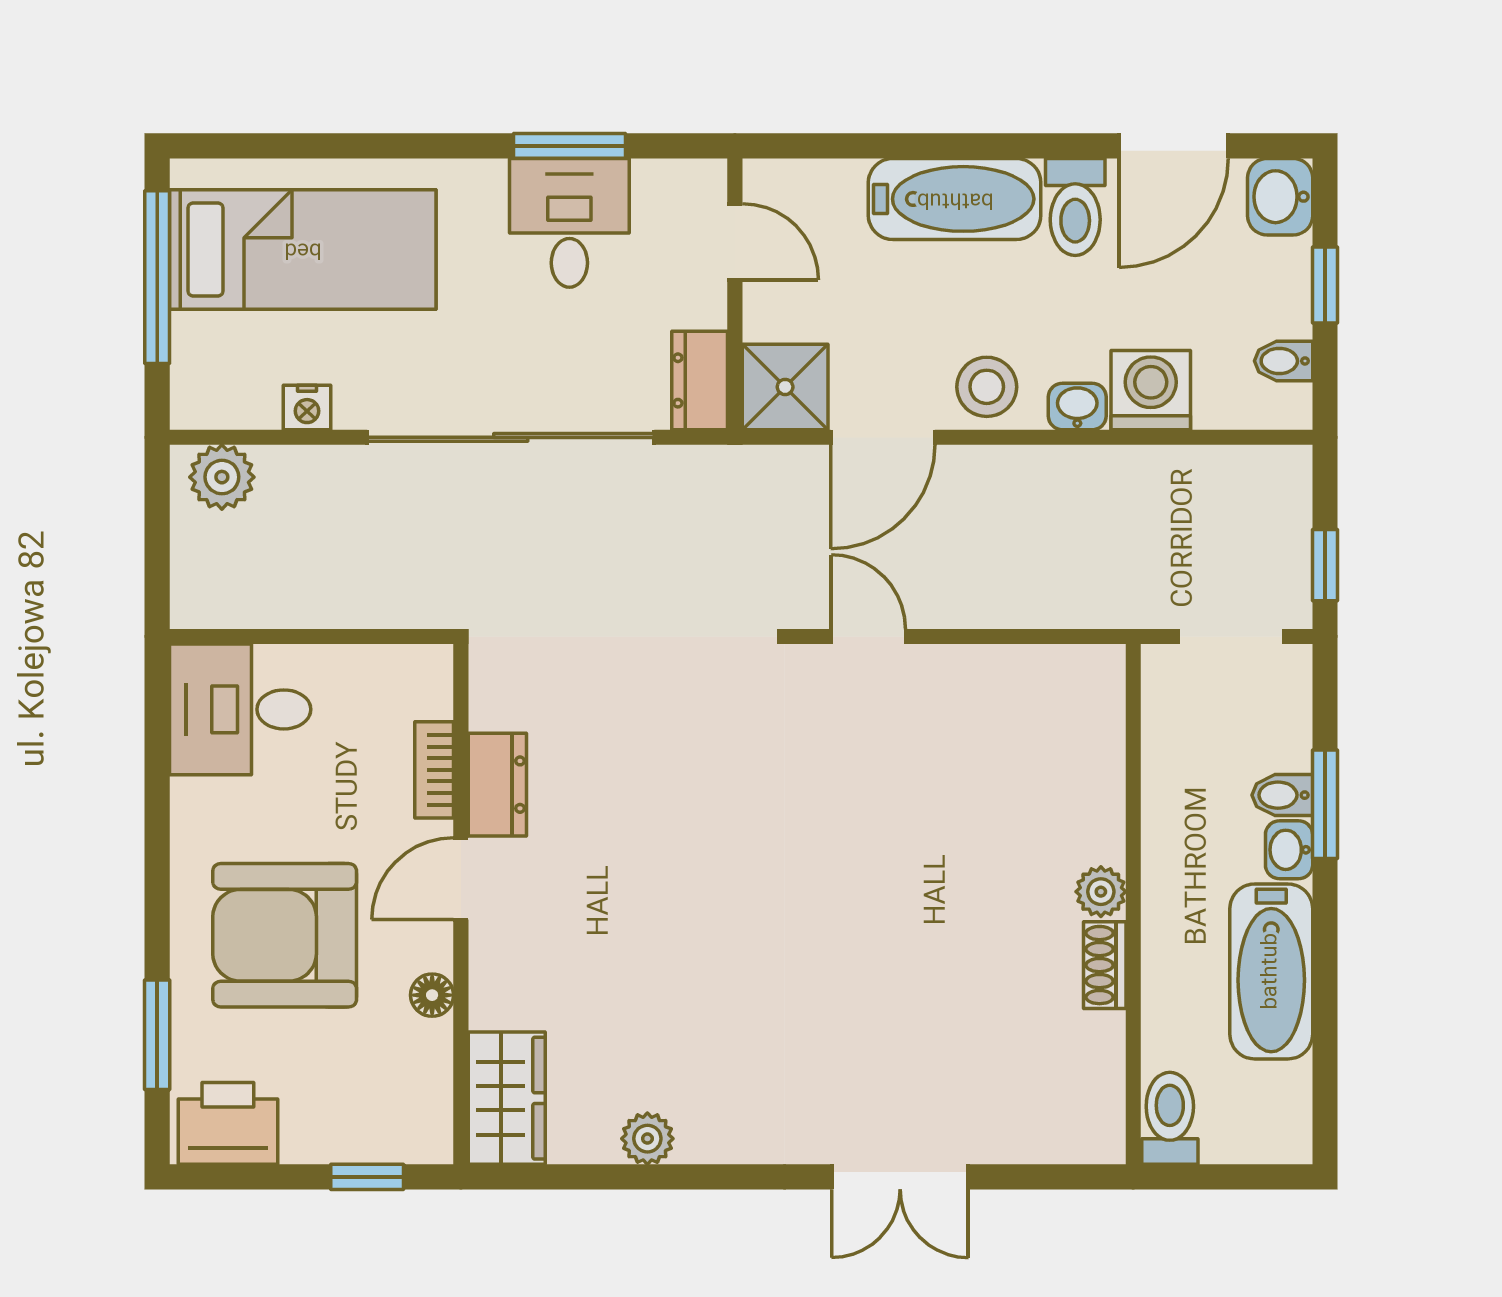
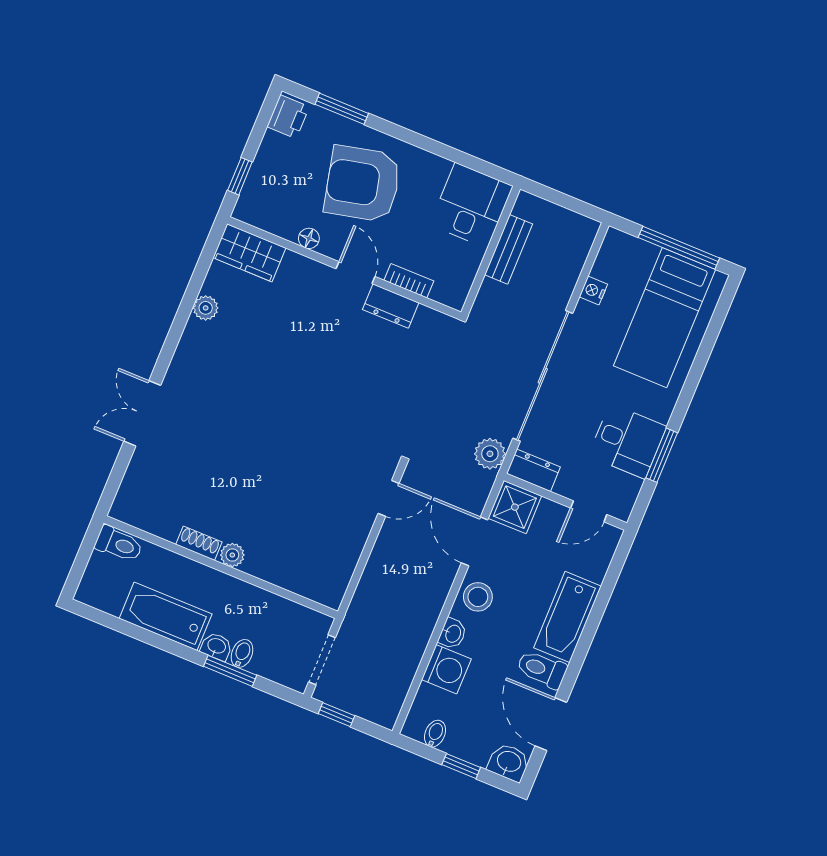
plant: (222, 477) -> (490, 454), moved
bench: (295, 603) -> (509, 249), added
armchair: (285, 935) -> (363, 184), turned -103
printer: (228, 1123) -> (288, 117), width x0.73, depth x0.81

